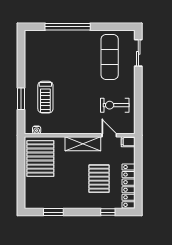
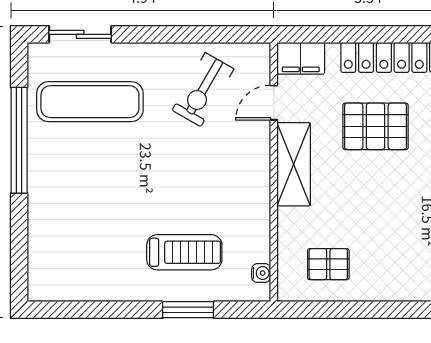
window: (68, 27) -> (19, 140), moved
exercise bike: (115, 105) -> (203, 90), turned 30
filing cabinet: (128, 142) -> (301, 58), width x2.00
pallet: (40, 159) -> (328, 264), width x0.49, depth x0.50

